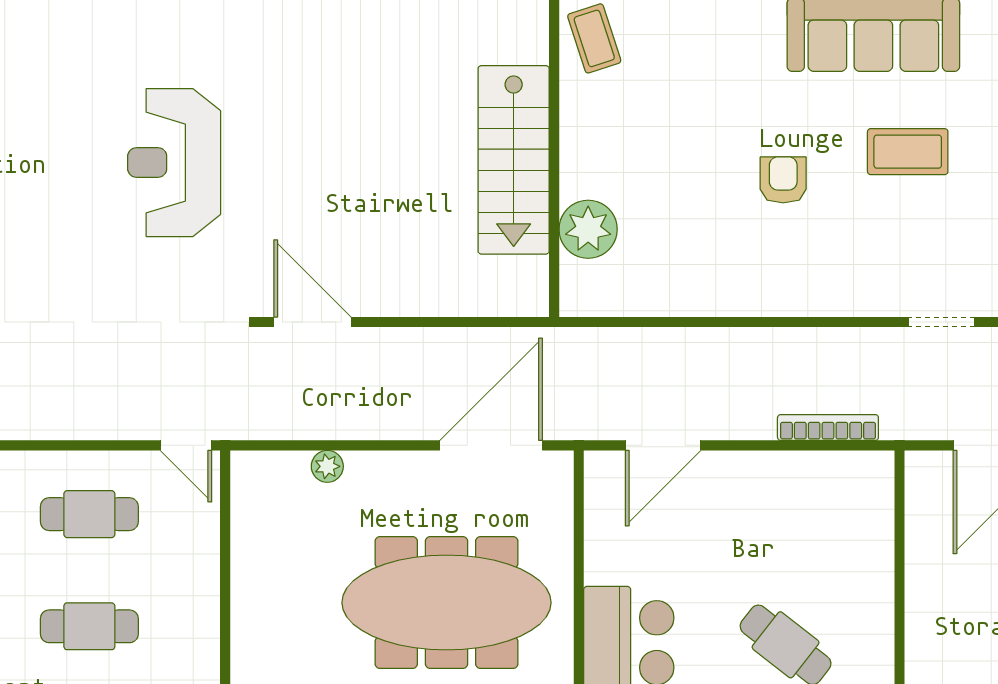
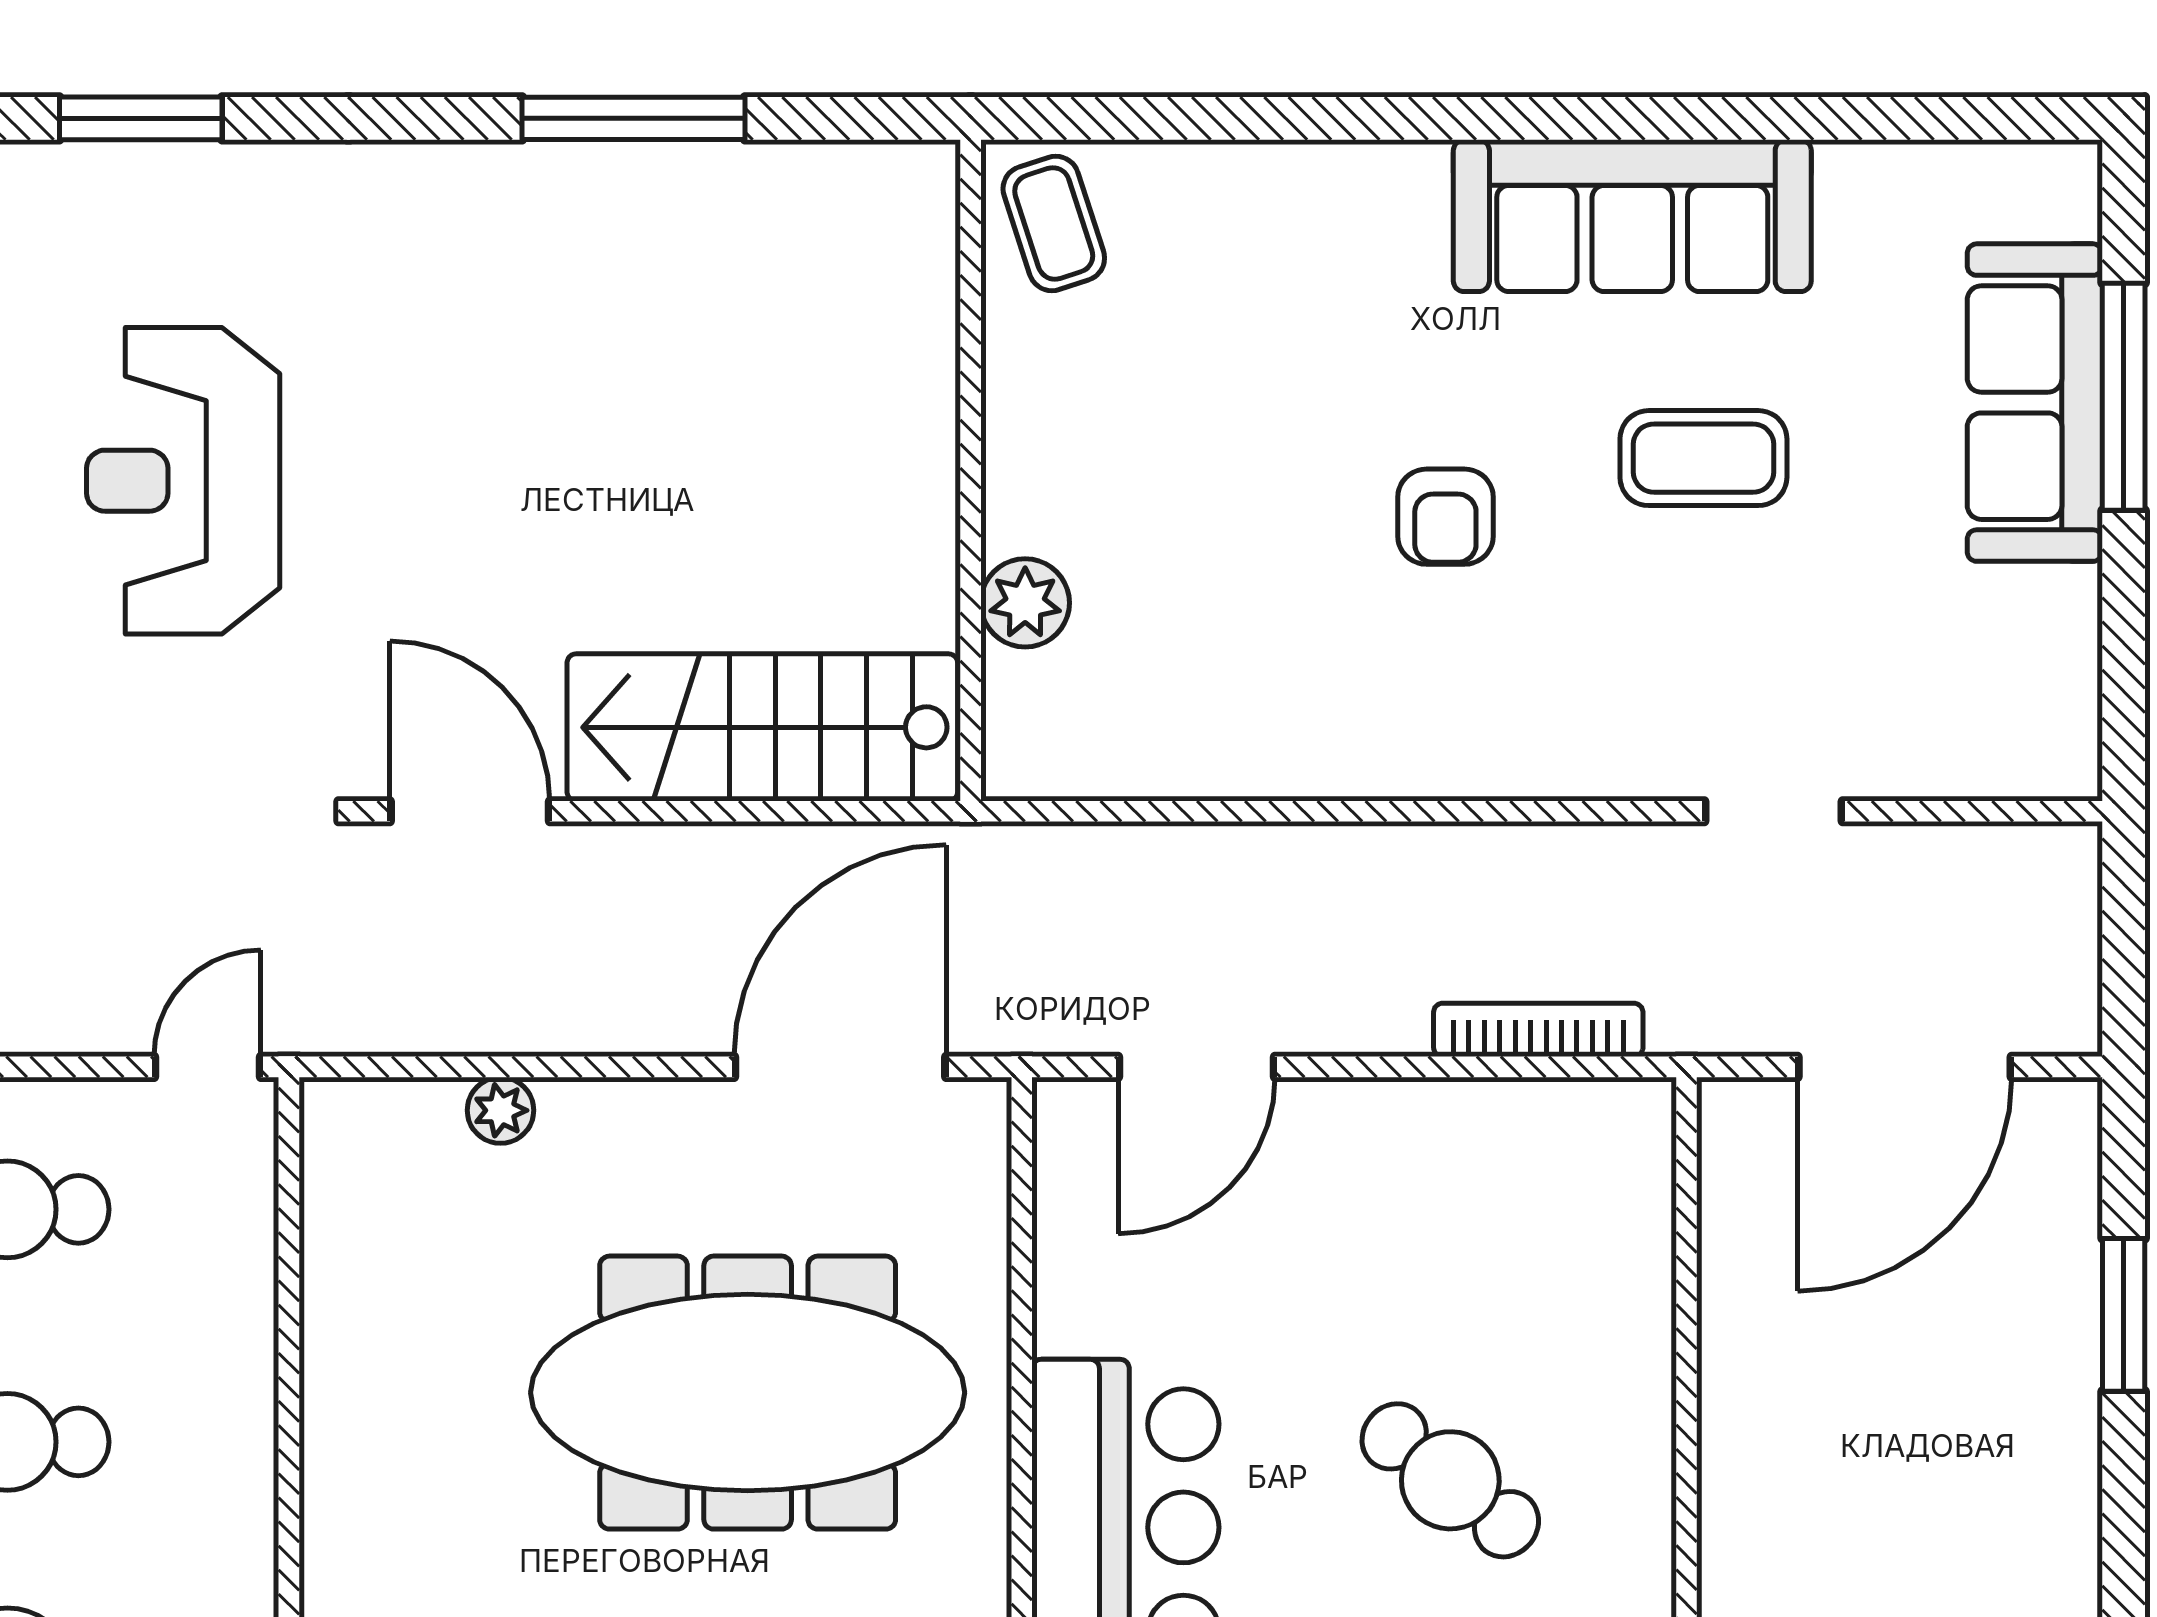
stairs: (514, 160) -> (762, 727), moved, turned 90
armchair: (783, 180) -> (1445, 517), turned 180
plant: (588, 229) -> (1025, 603), width x0.73, depth x0.73
door: (186, 445) -> (207, 1067), swing flipped

